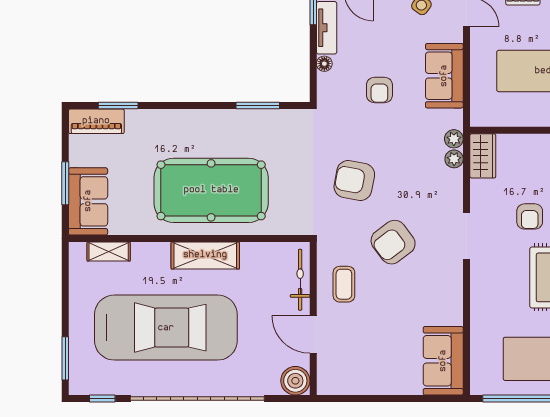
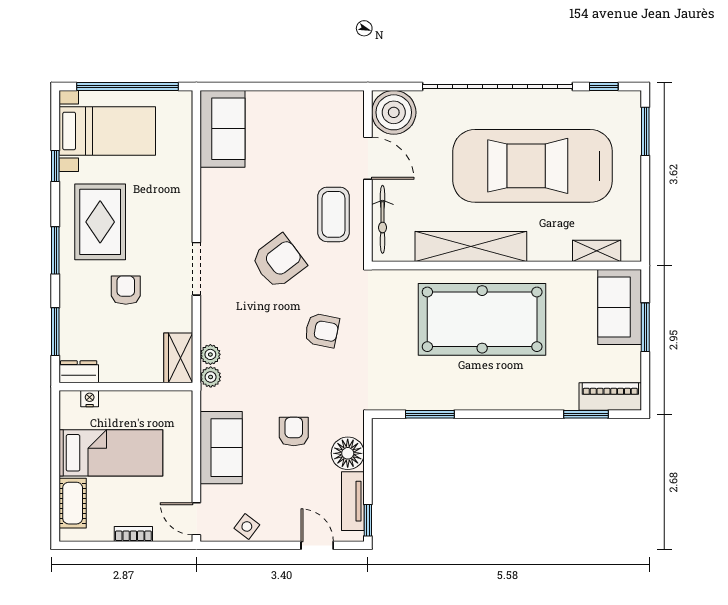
floor lamp: (324, 64) -> (348, 453), width x1.89, depth x1.89
armchair: (354, 180) -> (322, 330), width x0.72, depth x0.72
shelving: (205, 255) -> (471, 247), width x1.47
coffee table: (344, 284) -> (333, 214), width x1.36, depth x1.30
boiler: (295, 381) -> (394, 112), width x1.37, depth x1.37

